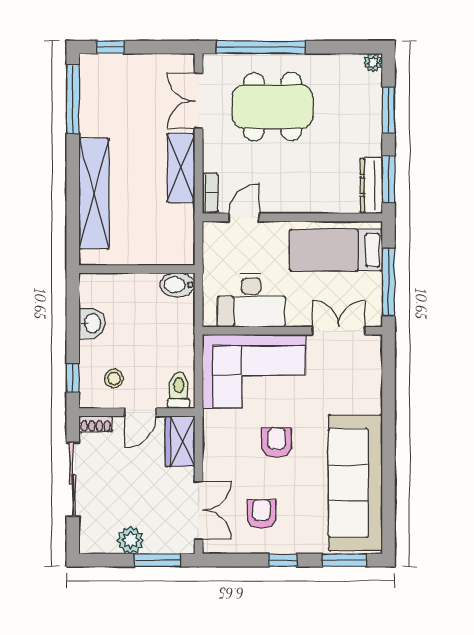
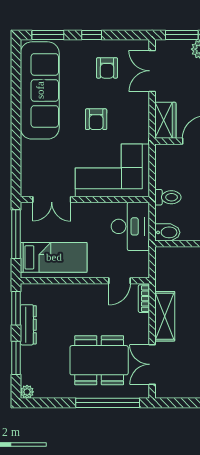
double door: (199, 101) -> (152, 364), swing flipped
dresser: (371, 185) -> (28, 325), moved
desk: (251, 300) -> (130, 226), moved, turned 90
toilet: (179, 390) -> (168, 197), moved, turned -90

